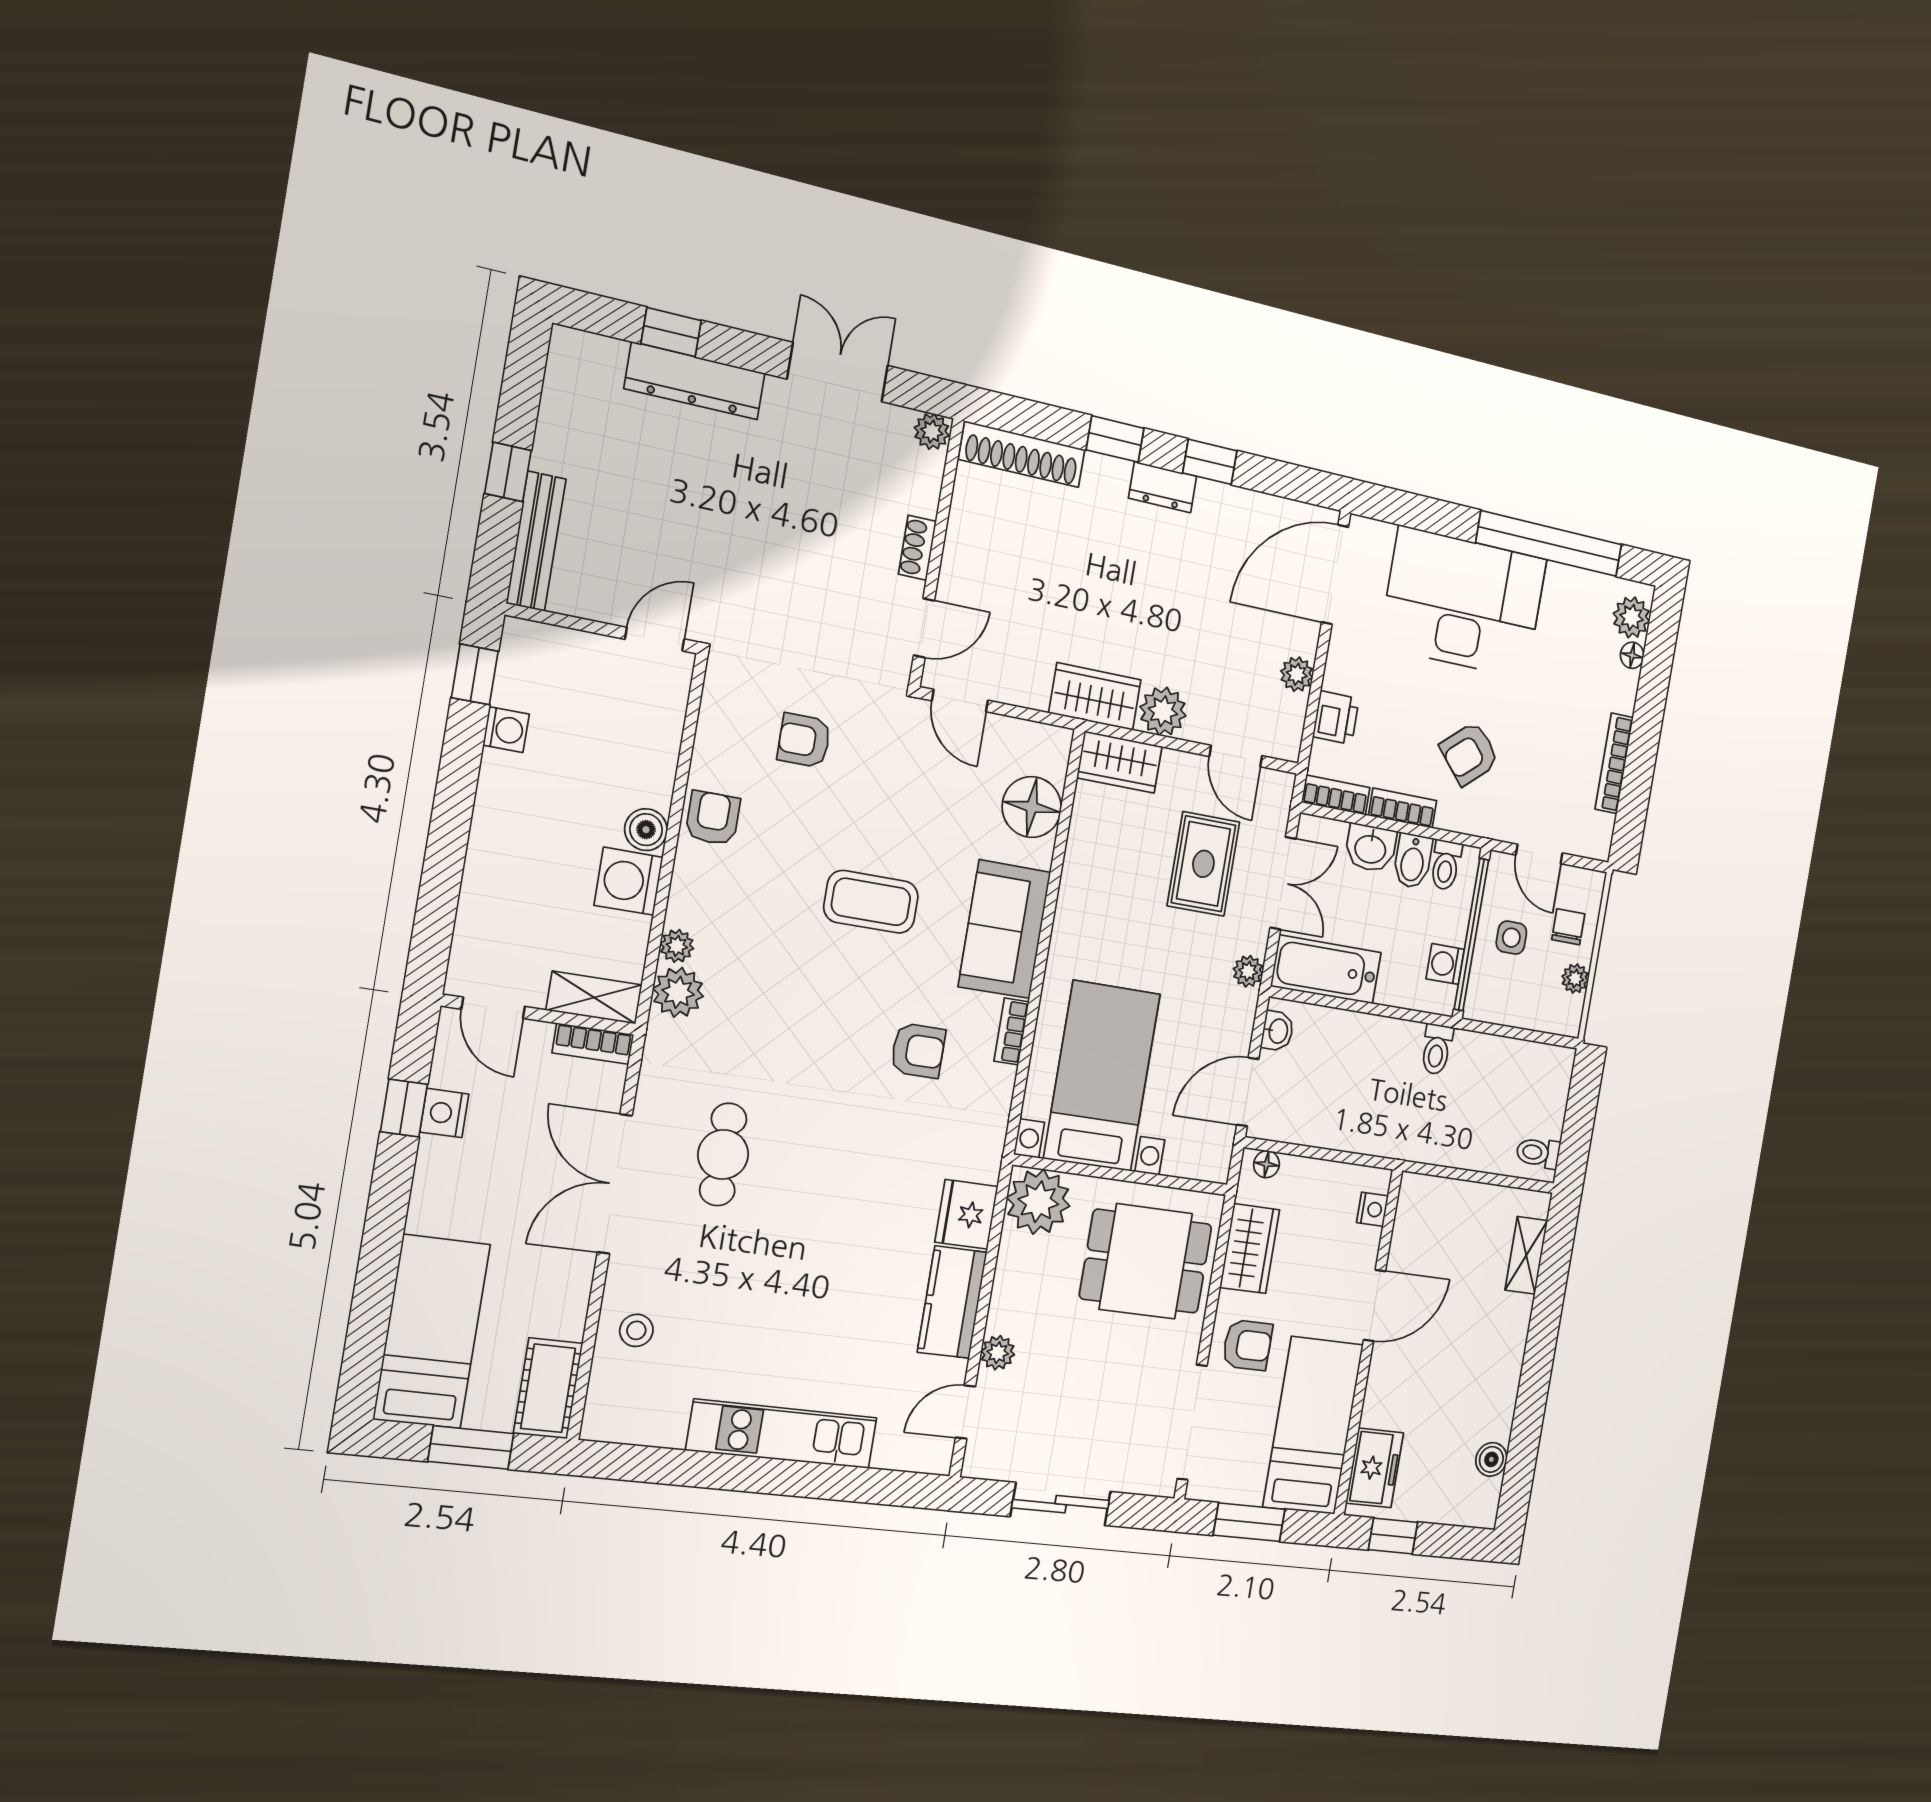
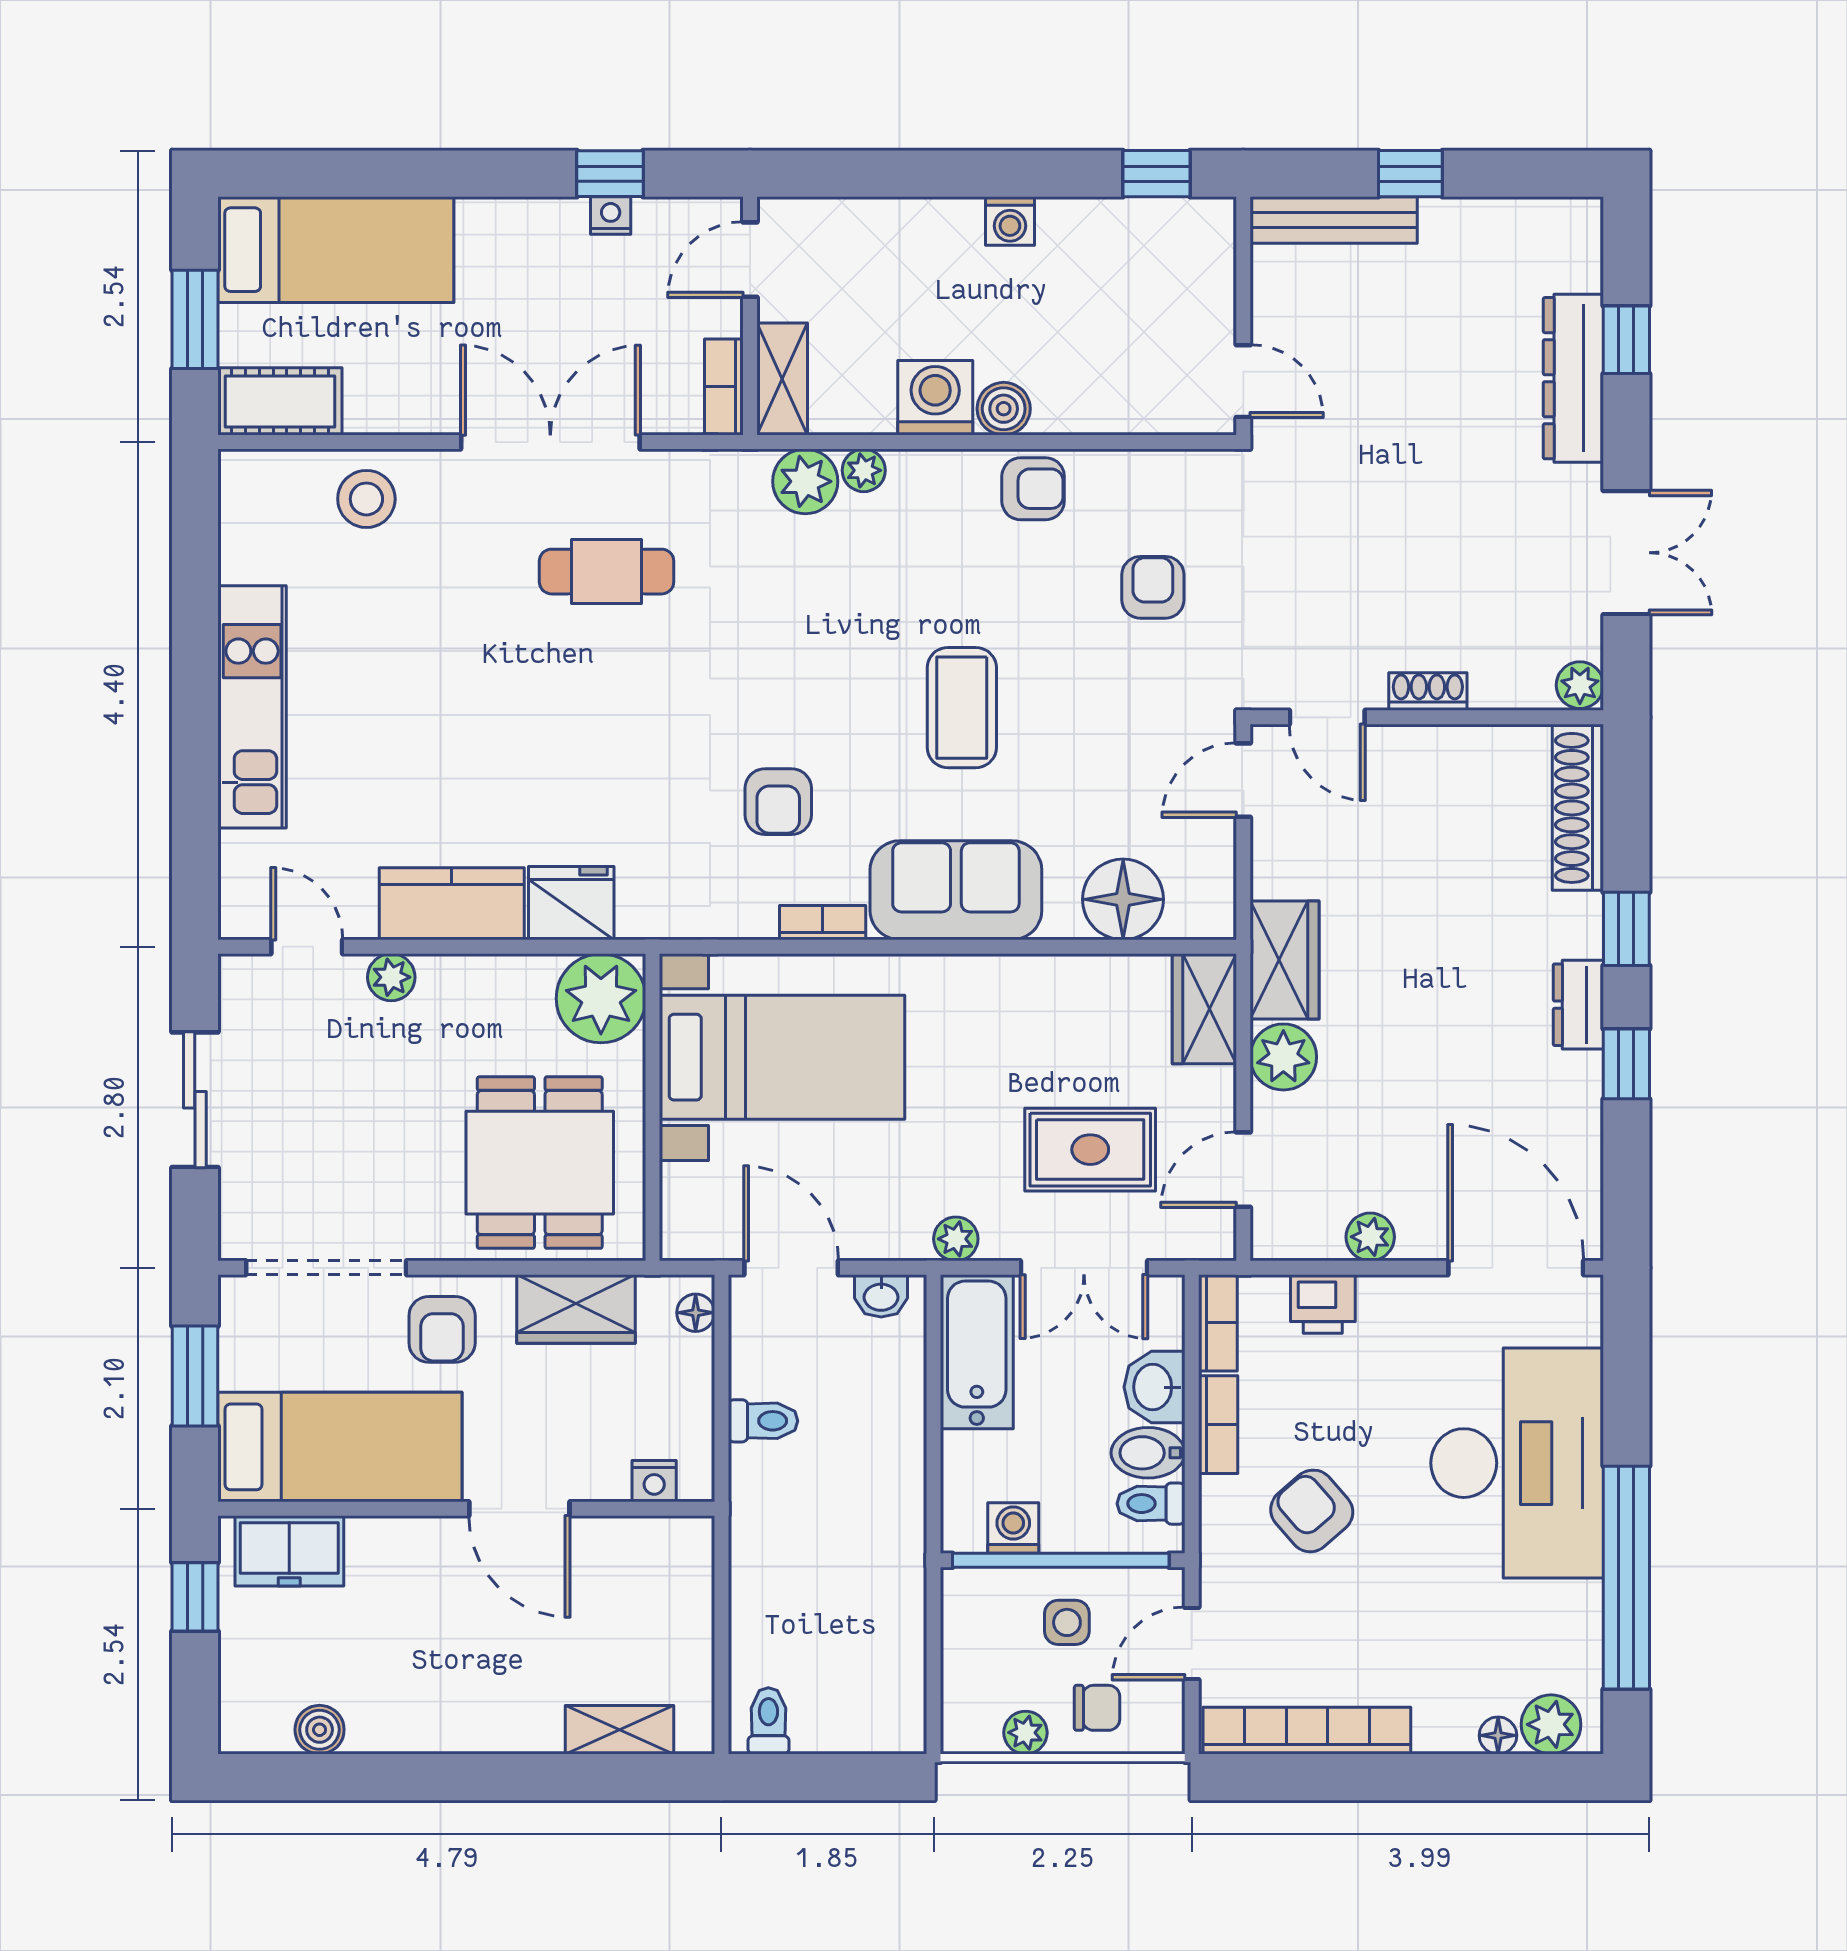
washing machine: (506, 730) -> (1010, 221), moved
bookcase: (1614, 763) -> (1307, 1731), width x1.48, depth x1.31
toilet: (1437, 1049) -> (763, 1421), moved, turned 180
nightstand: (444, 1113) -> (611, 215), width x0.72, depth x0.74
stool: (636, 1330) -> (366, 499), width x1.37, depth x1.37

